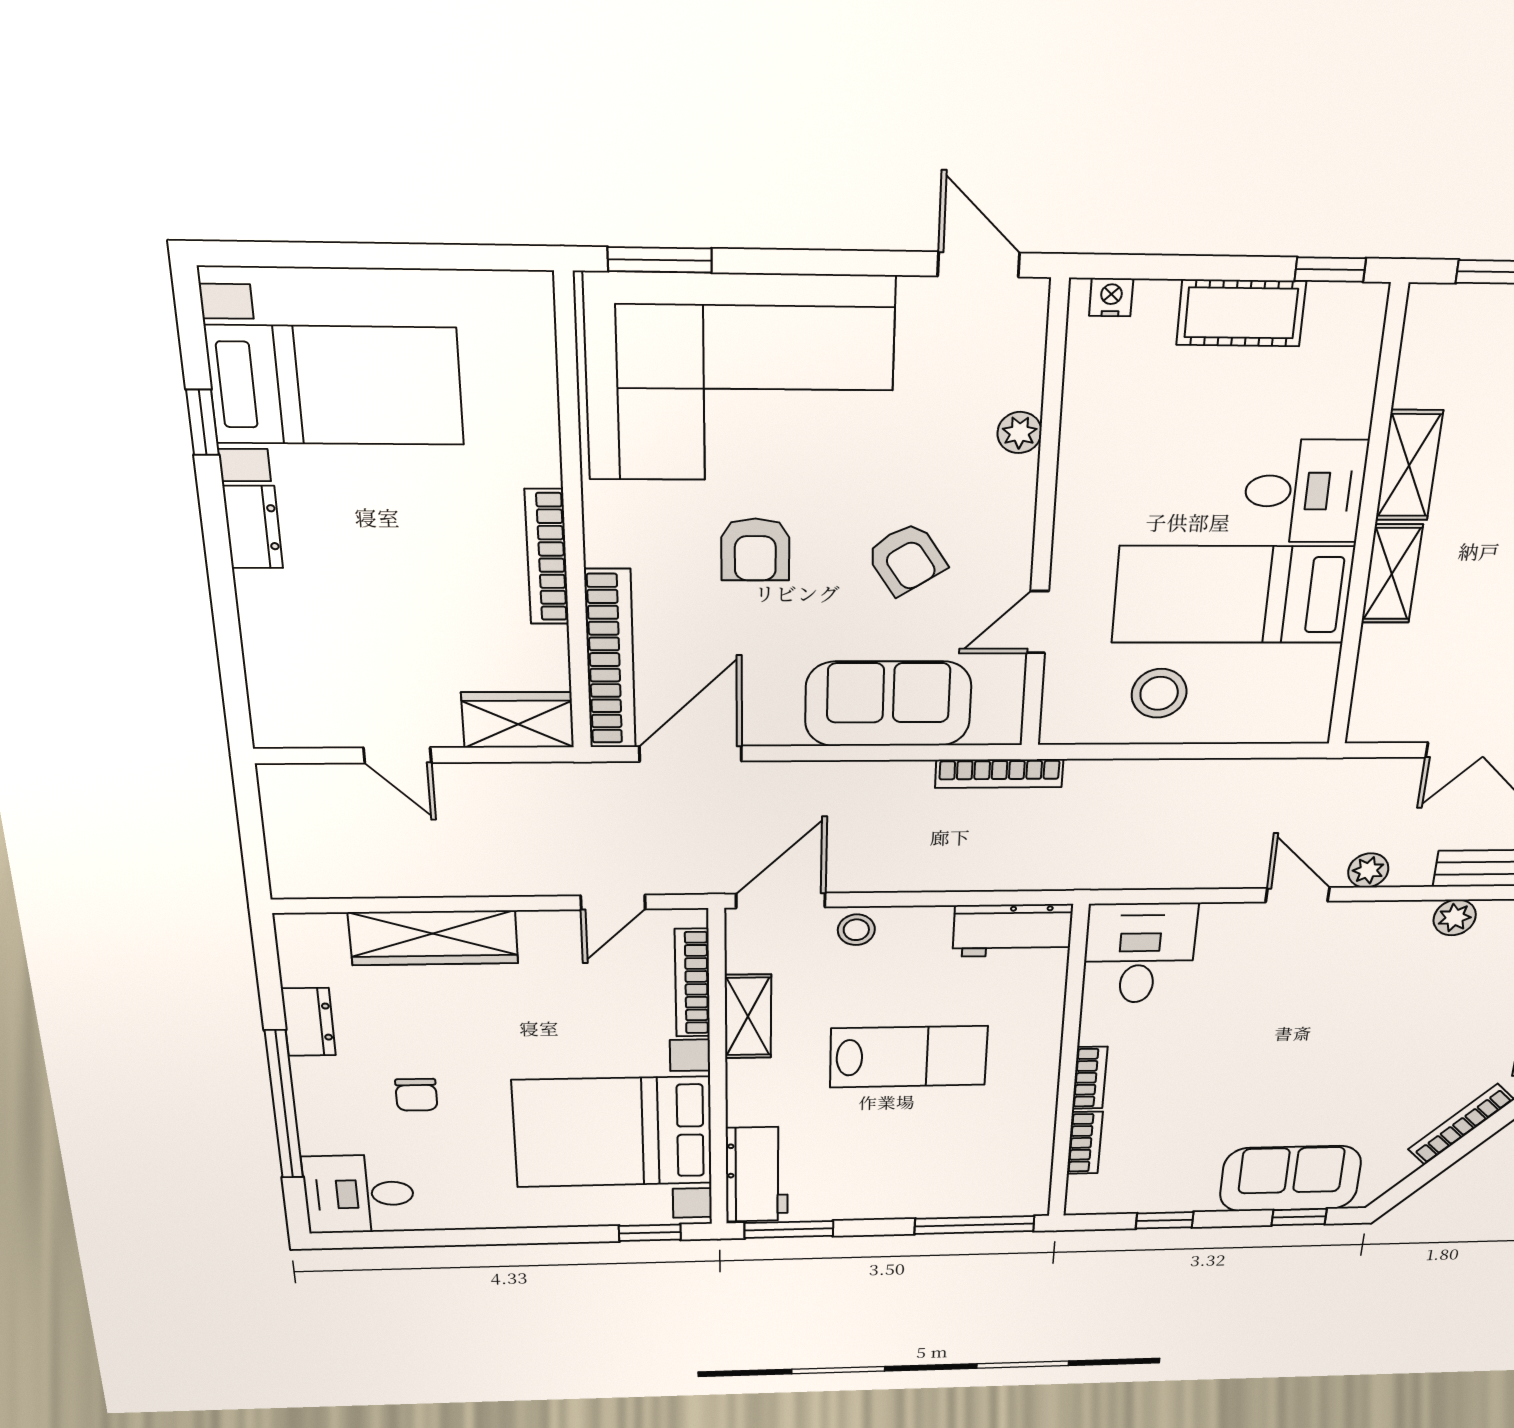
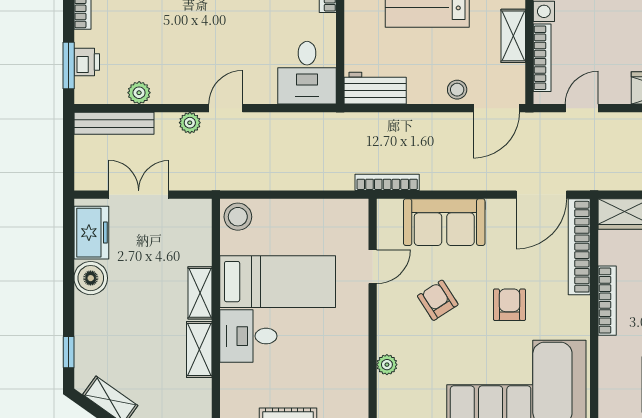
stool: (1159, 693) -> (238, 217), moved
door: (1298, 895) -> (226, 108), swing flipped

